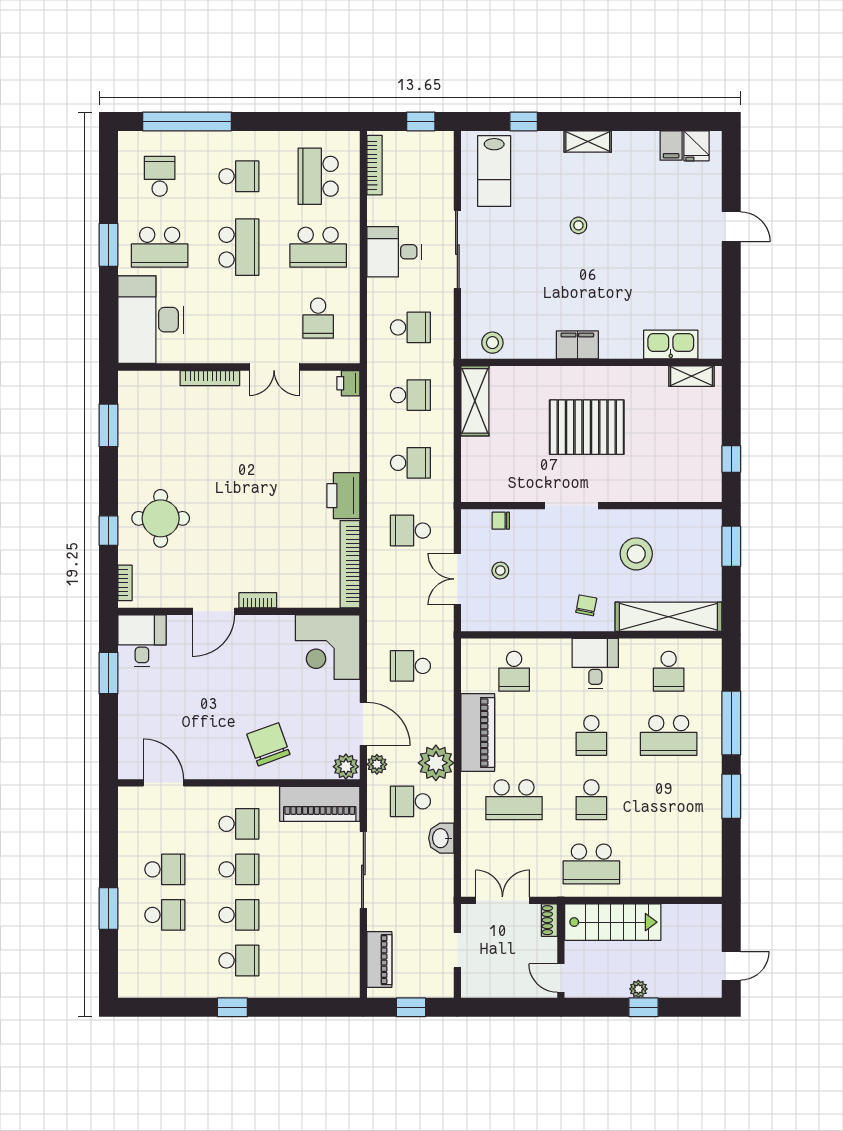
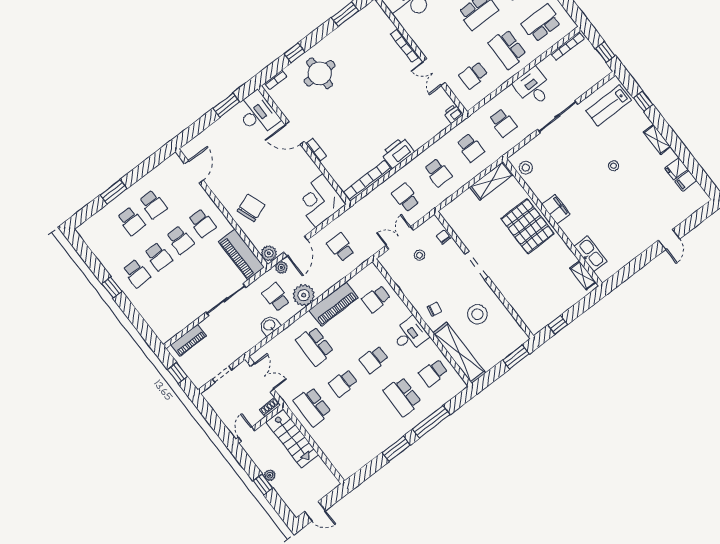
fridge: (696, 146) -> (676, 169), moved
pallet: (587, 427) -> (527, 226), moved
desk: (142, 641) -> (257, 114), width x1.37

